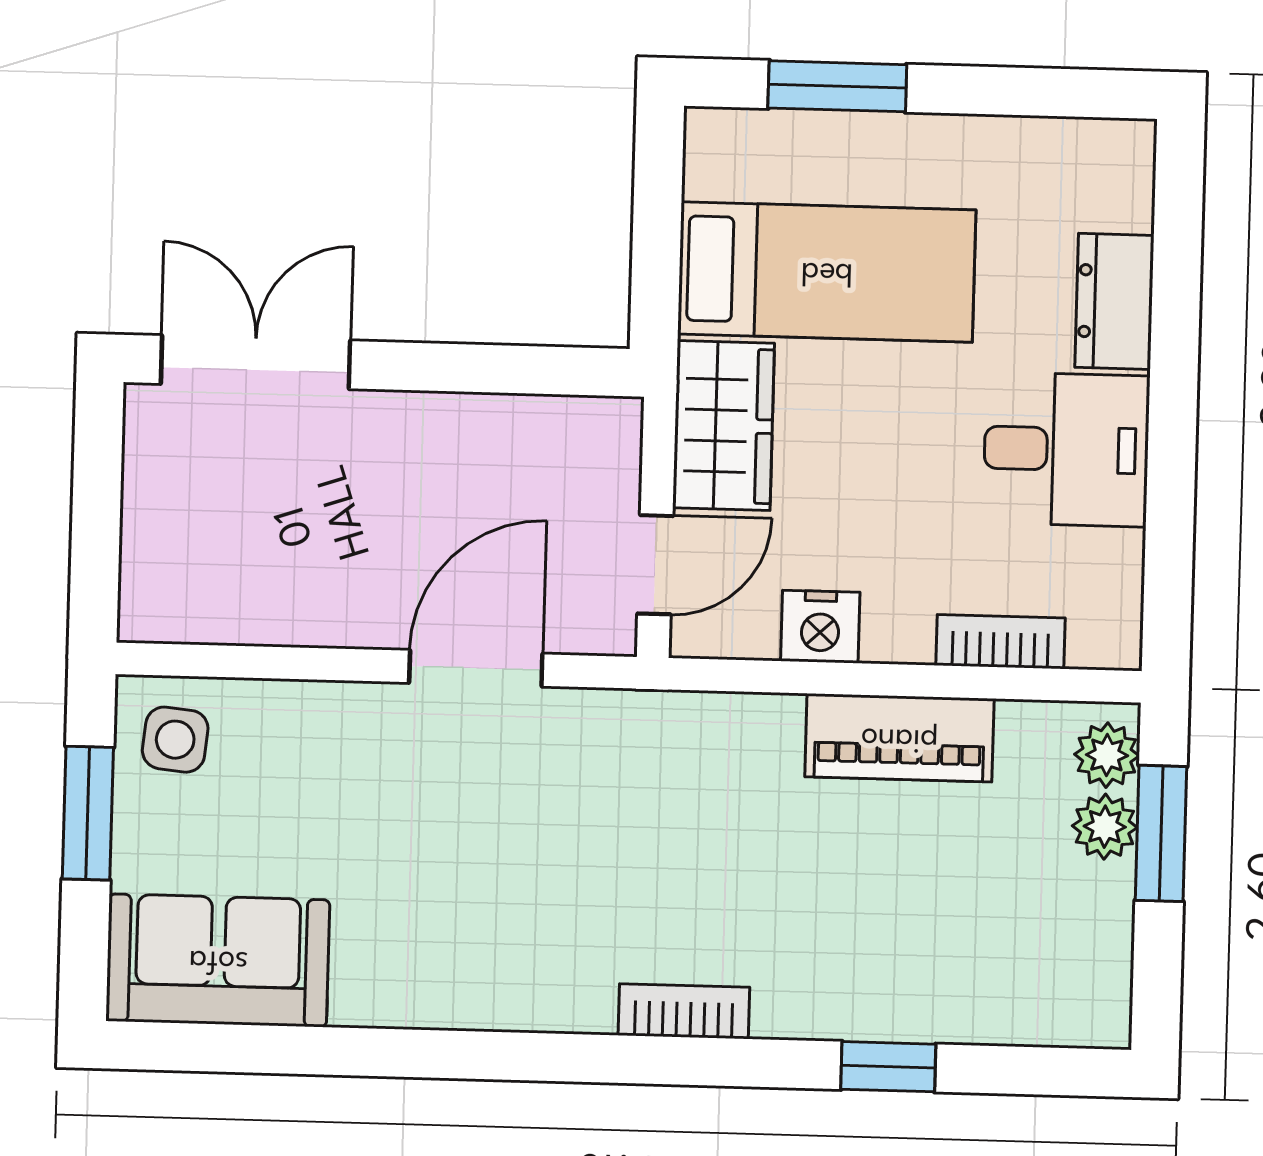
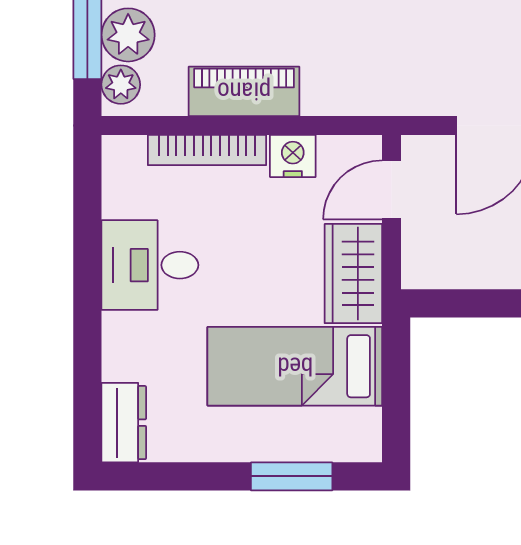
dresser: (1114, 301) -> (124, 423), moved
bookcase: (1000, 642) -> (207, 150), width x1.56
plant: (1105, 827) -> (128, 35), width x1.38, depth x1.38

